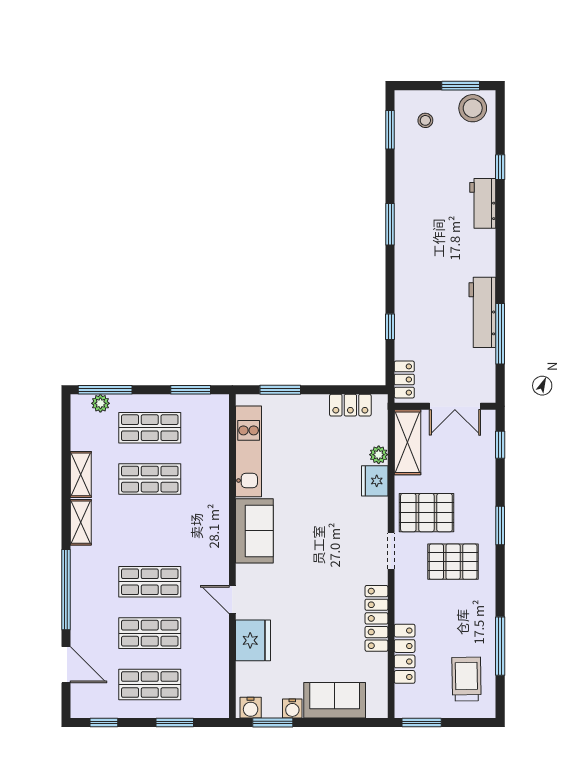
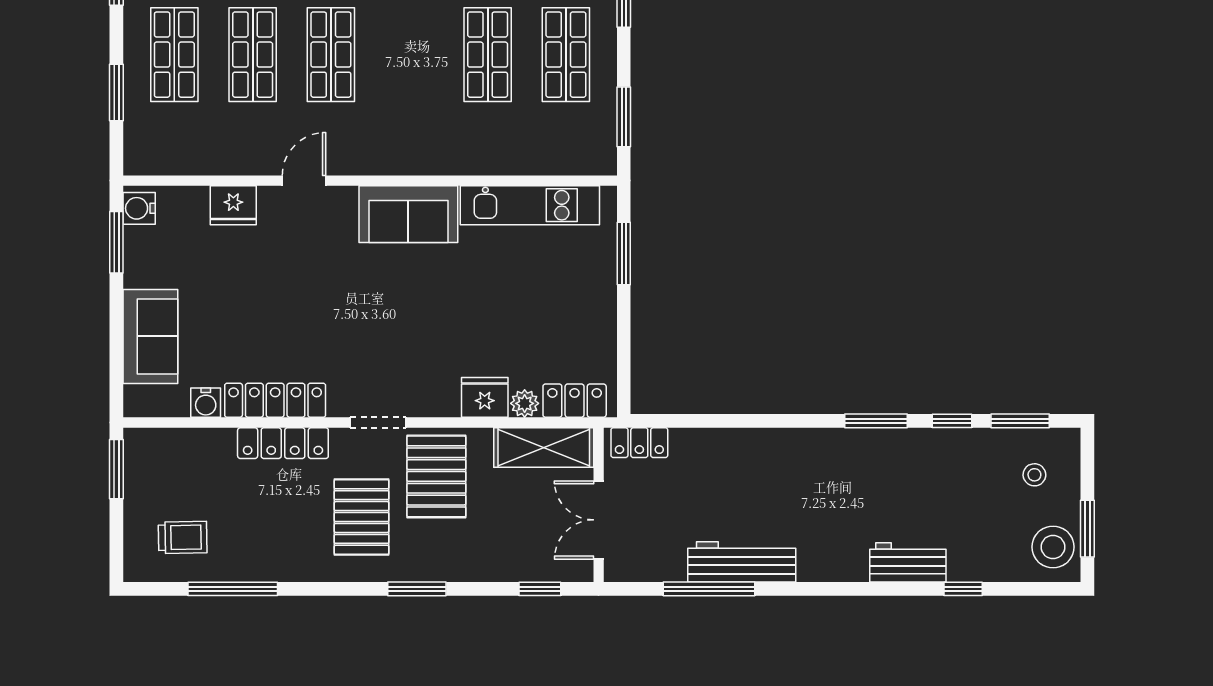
window: (390, 327) -> (952, 421), moved
locker: (350, 405) -> (575, 401), moved, turned 90
fridge: (253, 640) -> (233, 205), width x0.73, depth x0.75
locker: (405, 654) -> (283, 443), moved
trolley: (466, 679) -> (183, 537), width x0.73, depth x0.72
water cooler: (292, 708) -> (206, 403), moved, turned -90

